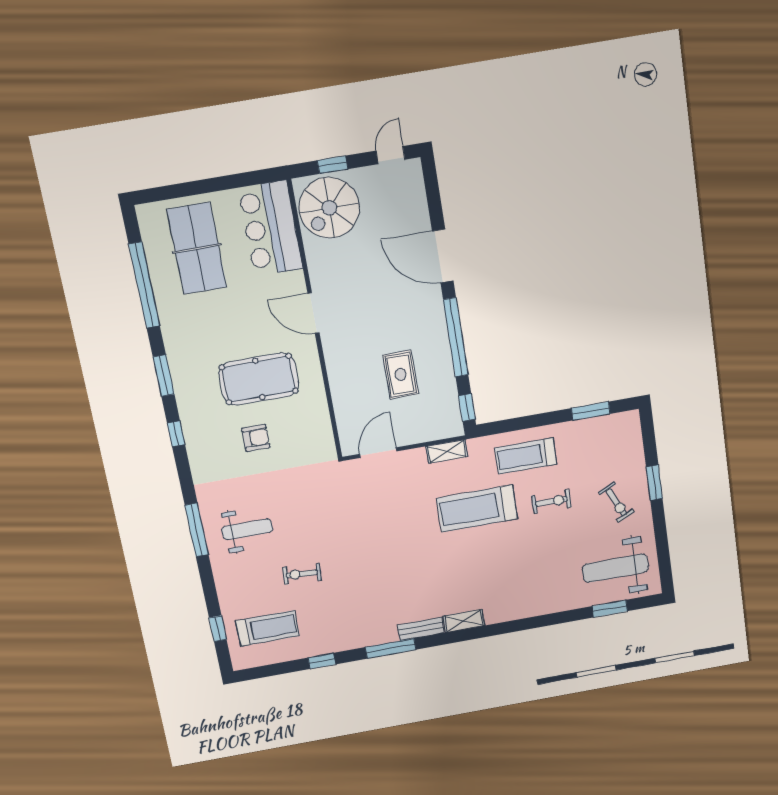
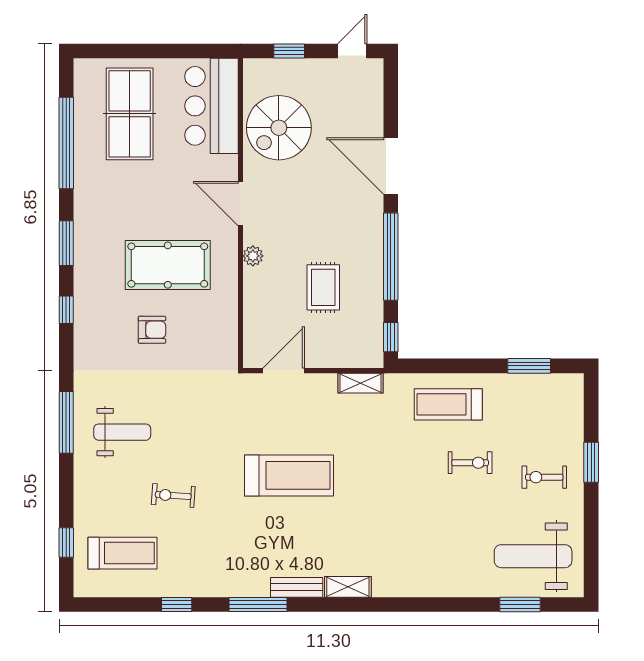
spiral stairs: (329, 208) -> (279, 128), moved
plant: (333, 358) -> (253, 256), added
exercise bike: (616, 502) -> (544, 477), turned 115
treadmill: (477, 508) -> (289, 475), moved, turned 180

